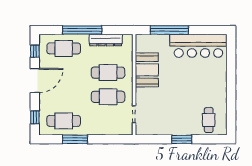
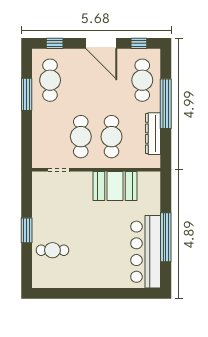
window: (169, 30) -> (166, 237), moved
cafe table: (209, 120) -> (52, 250), moved

